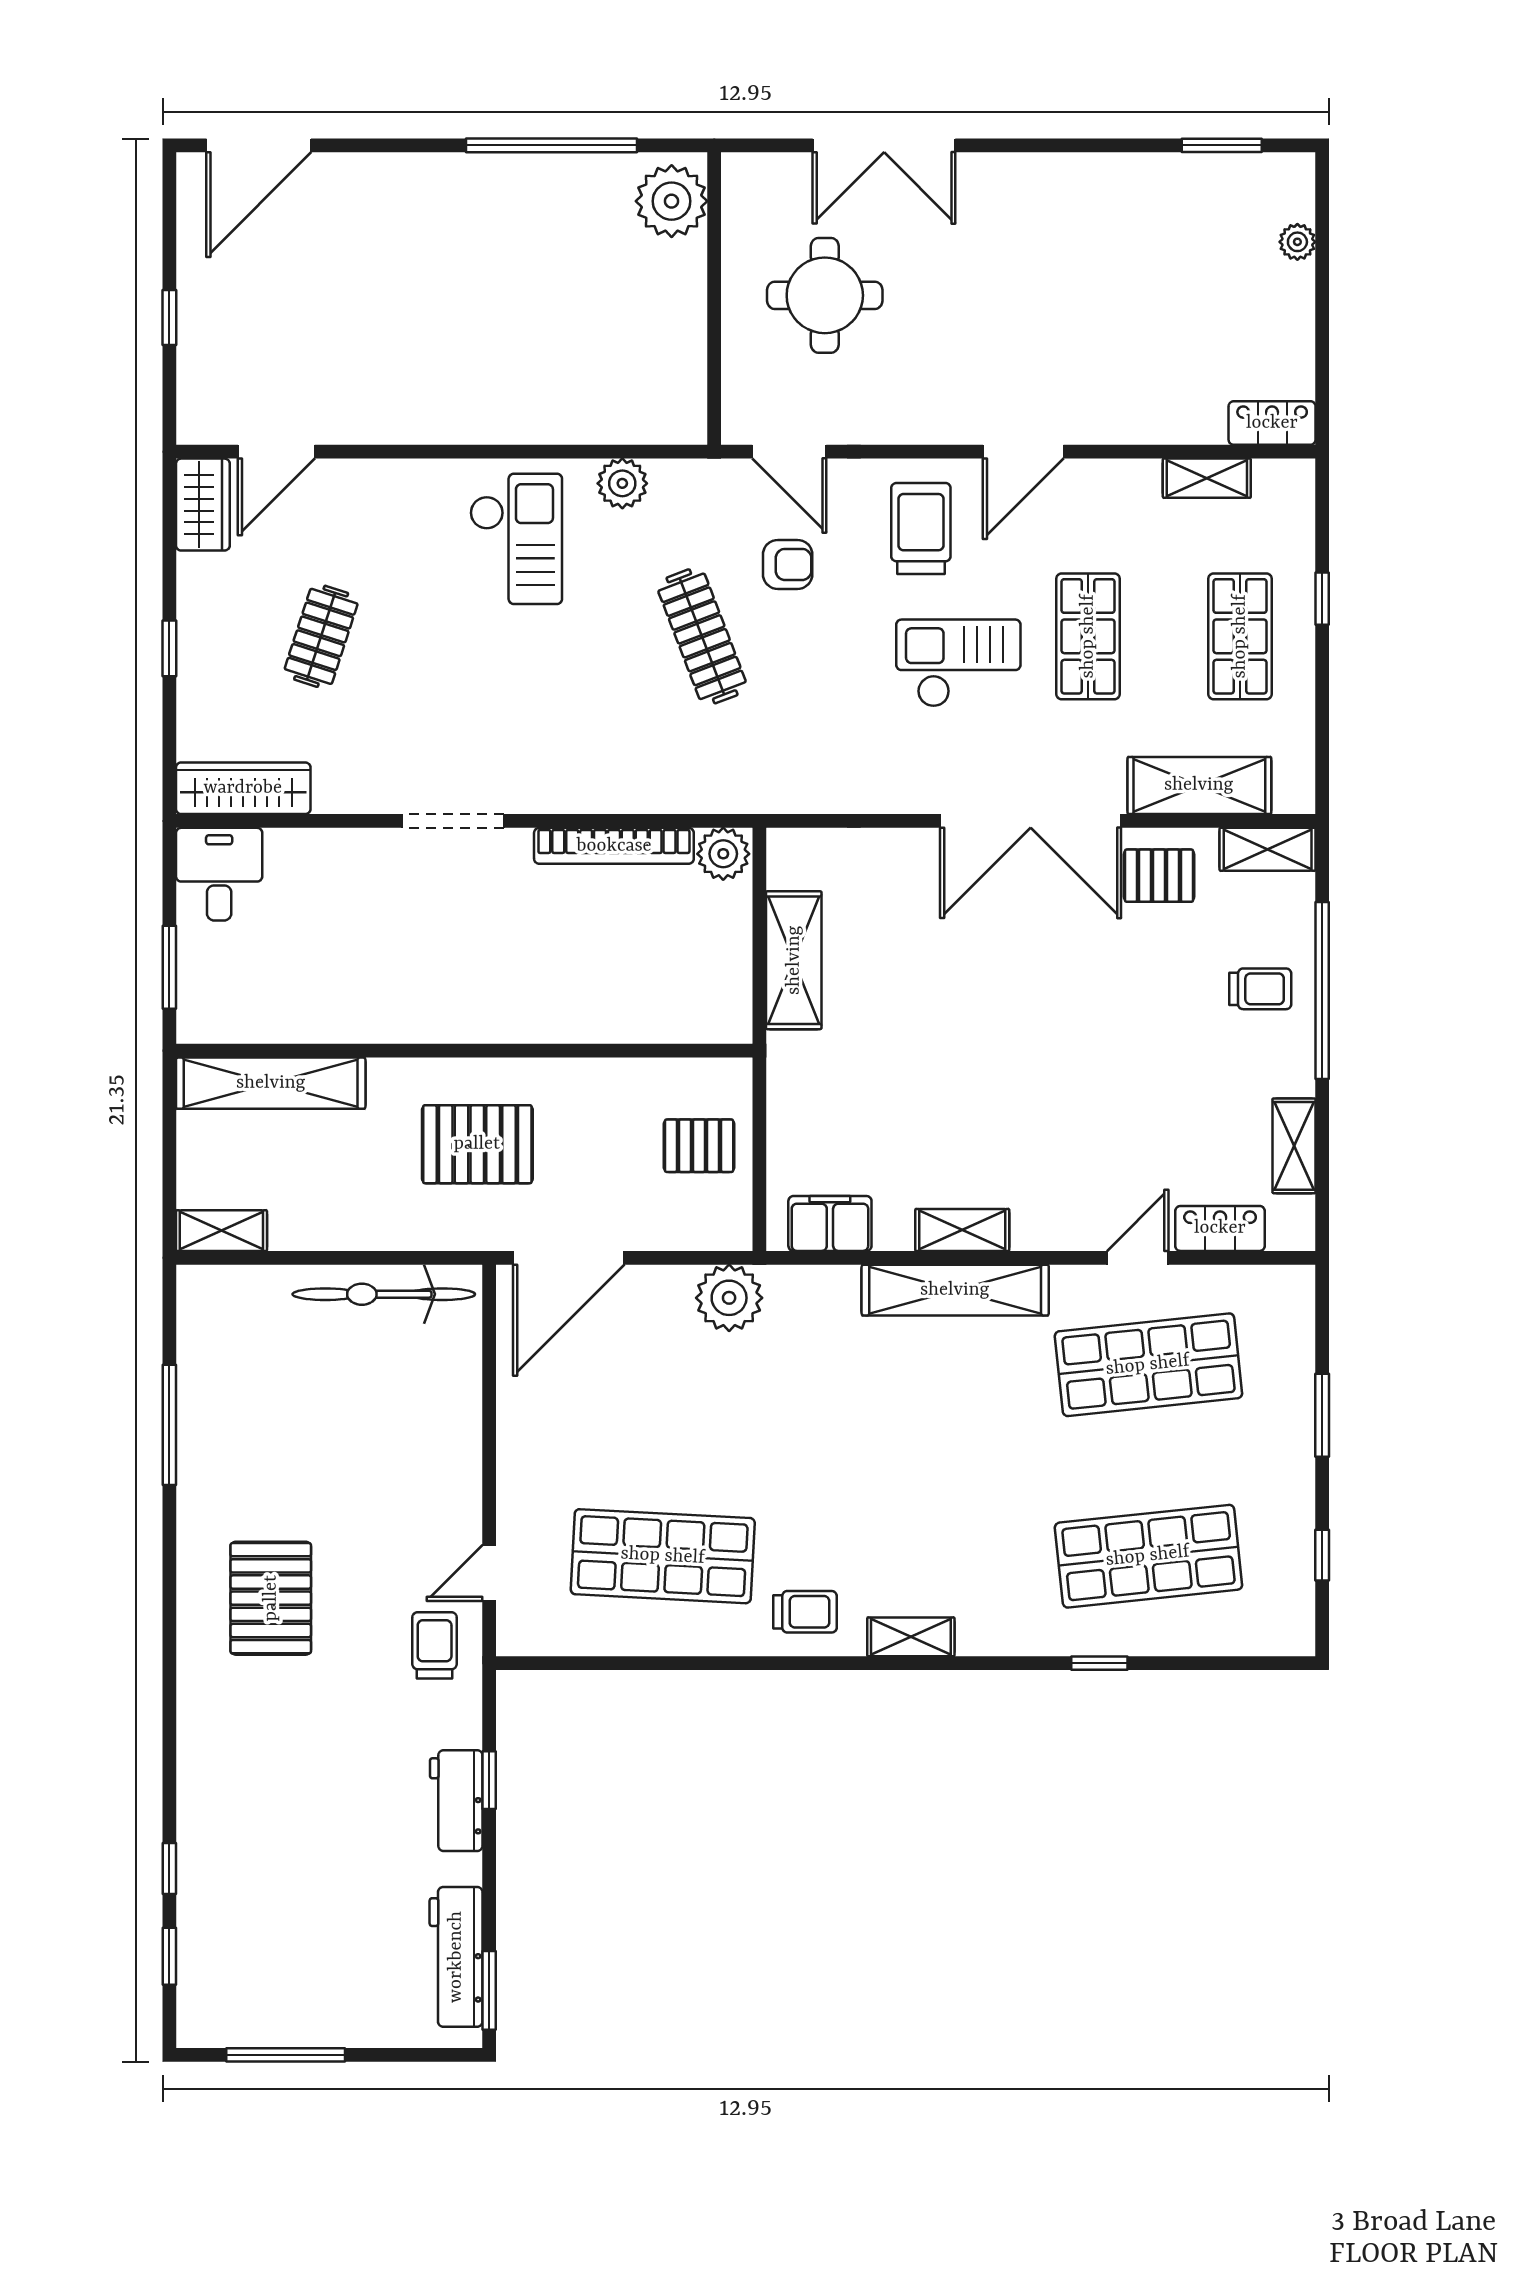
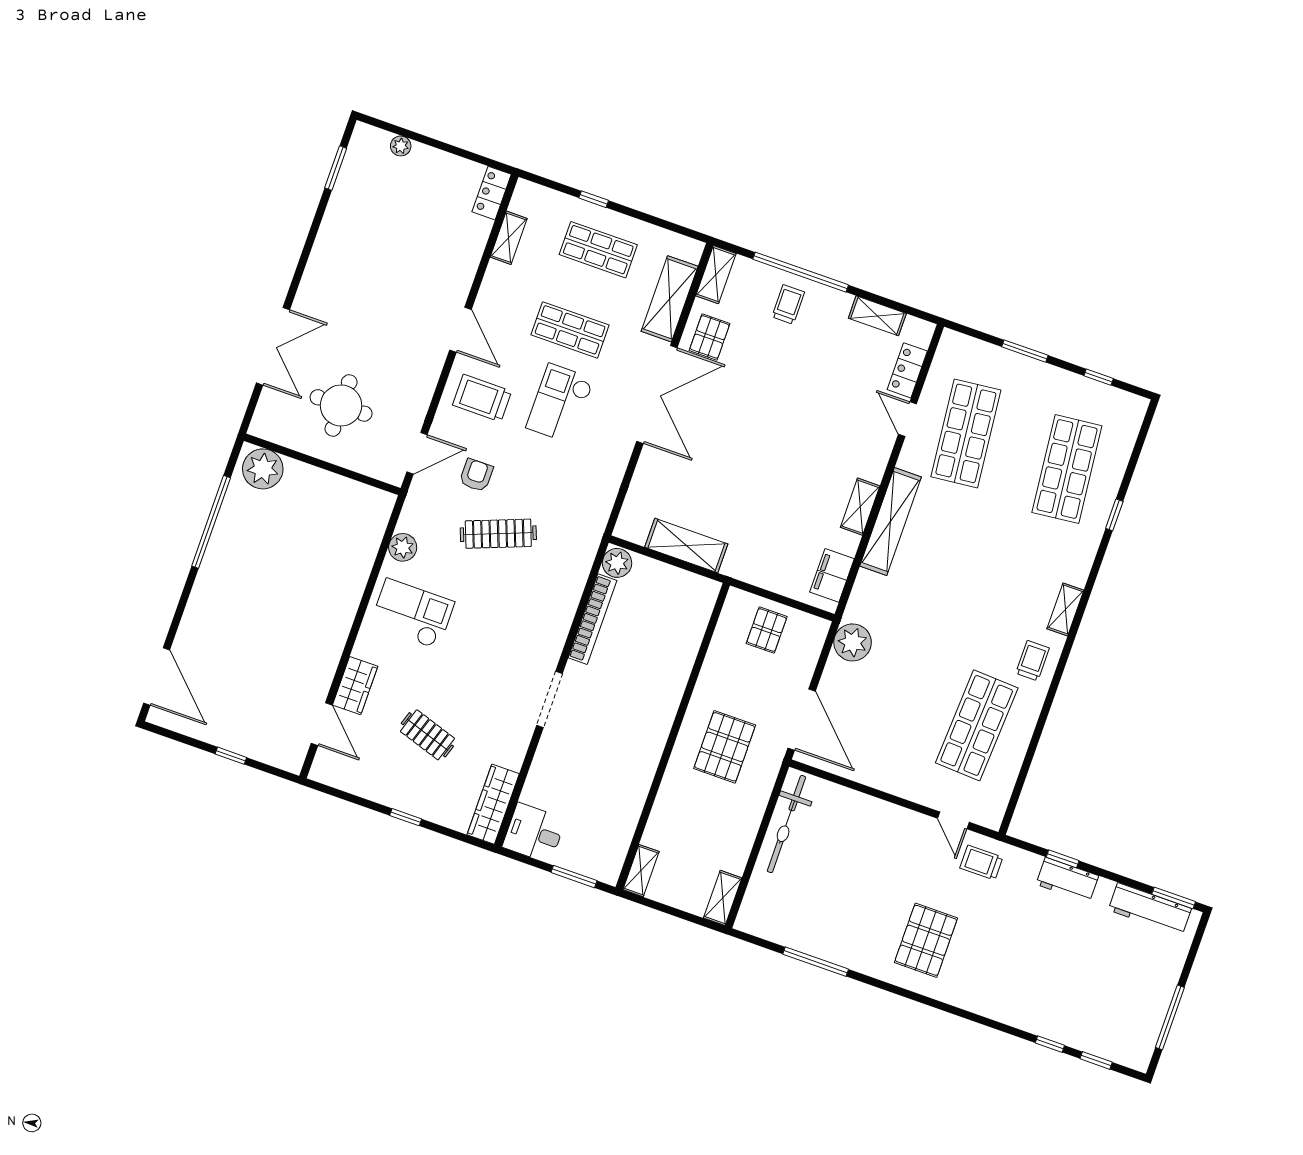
wardrobe: (203, 505) -> (355, 686), moved, turned 90
shelving: (271, 1083) -> (641, 871), width x0.45, depth x0.75
pallet: (271, 1598) -> (926, 940), turned 90

